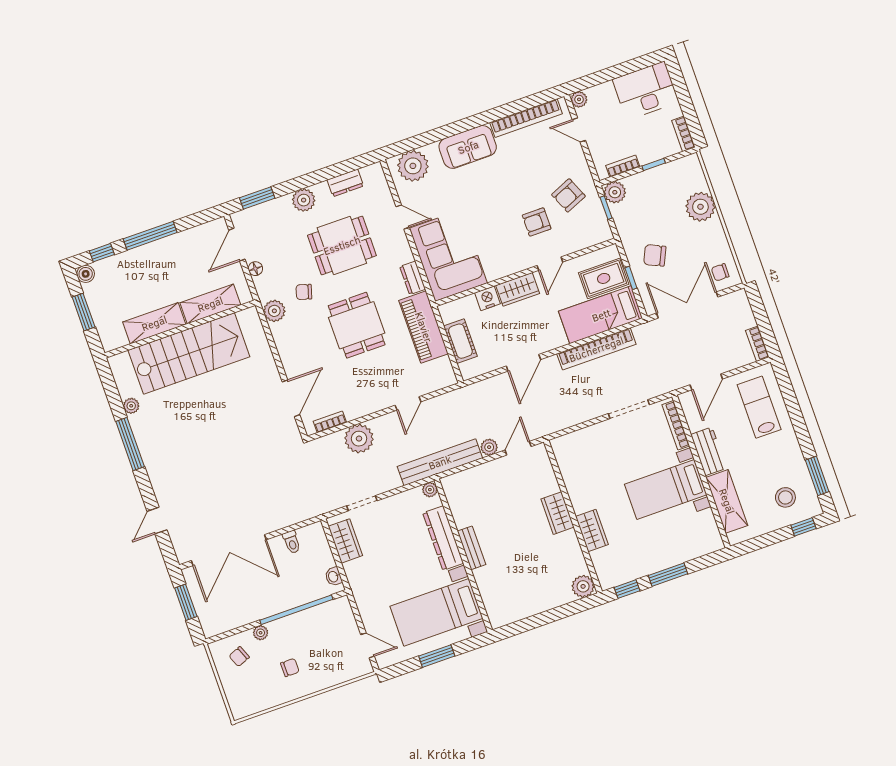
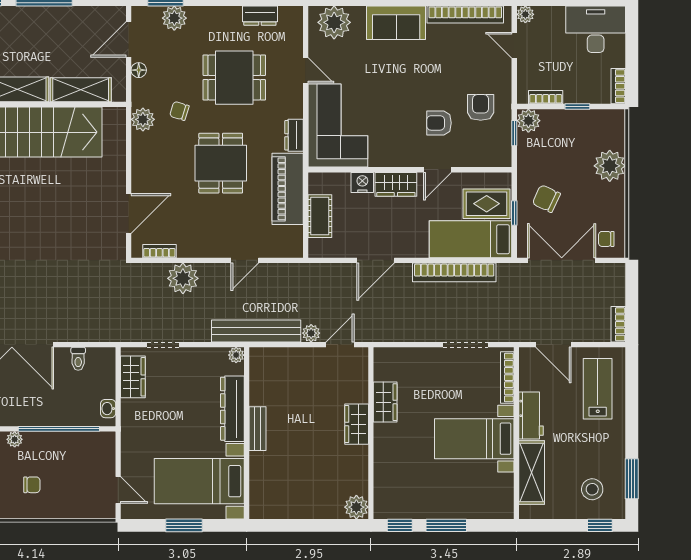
armchair: (568, 195) -> (481, 107), turned 113
plant: (304, 200) -> (174, 18), moved
door: (706, 382) -> (553, 345), hinge flipped
wardrobe: (592, 531) -> (385, 402), moved

